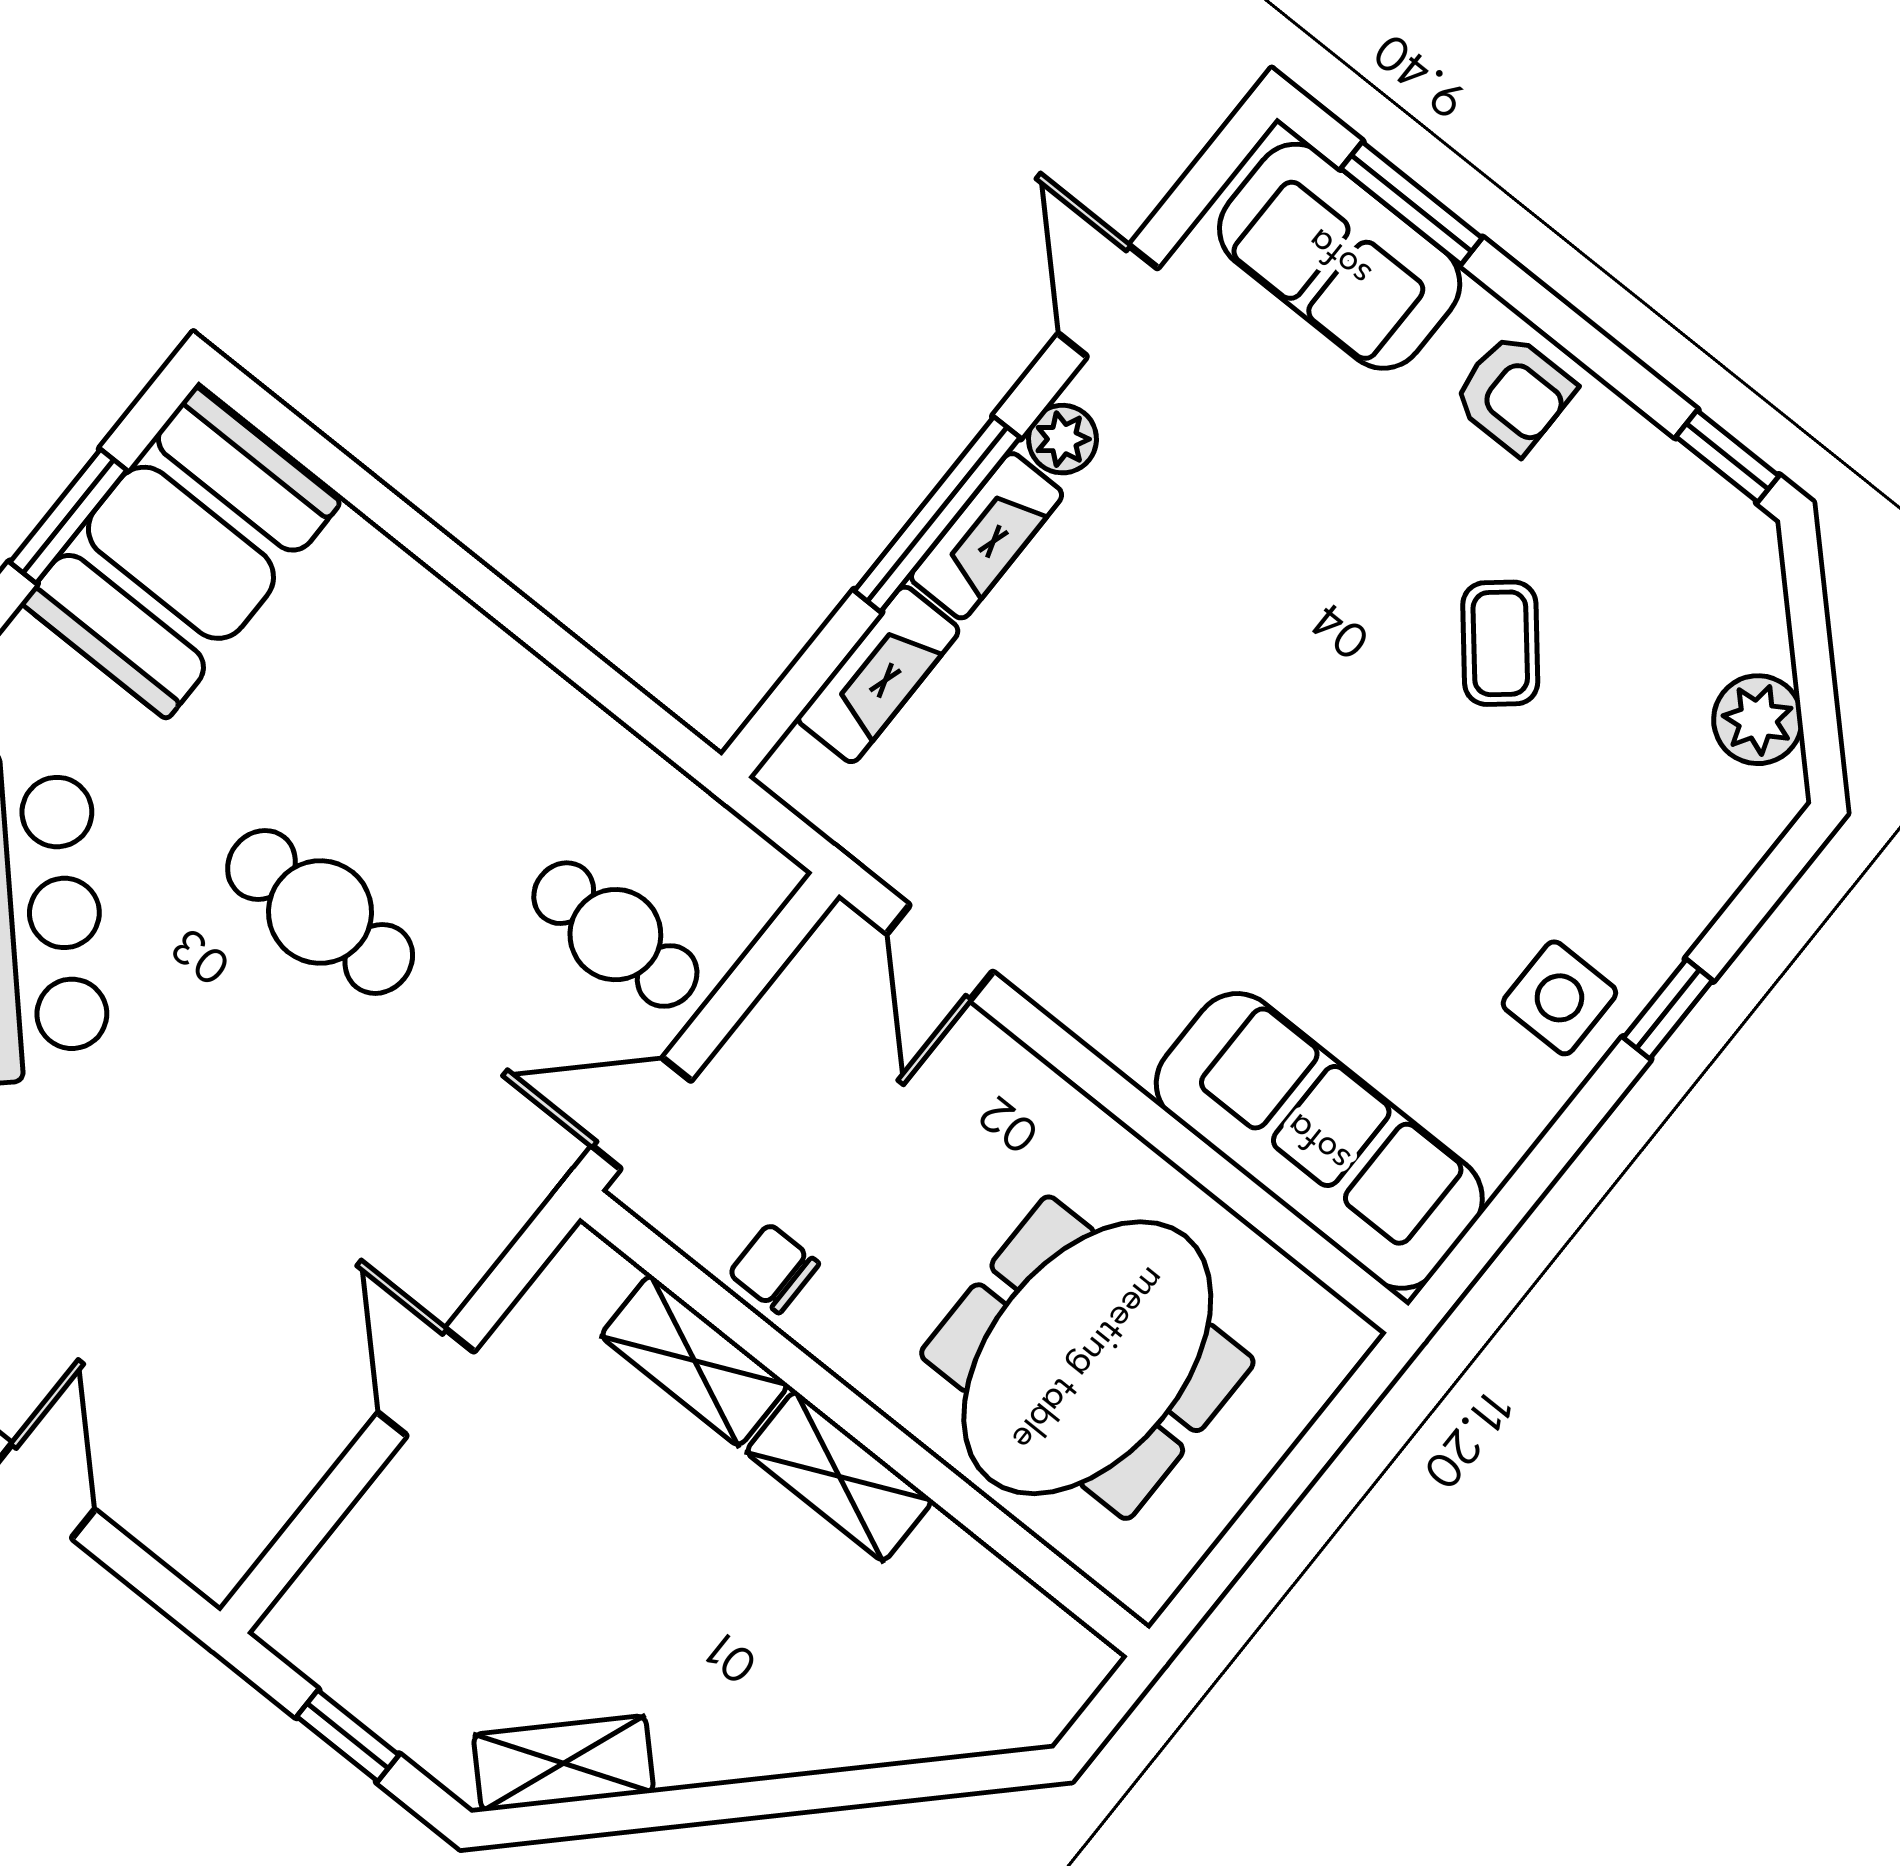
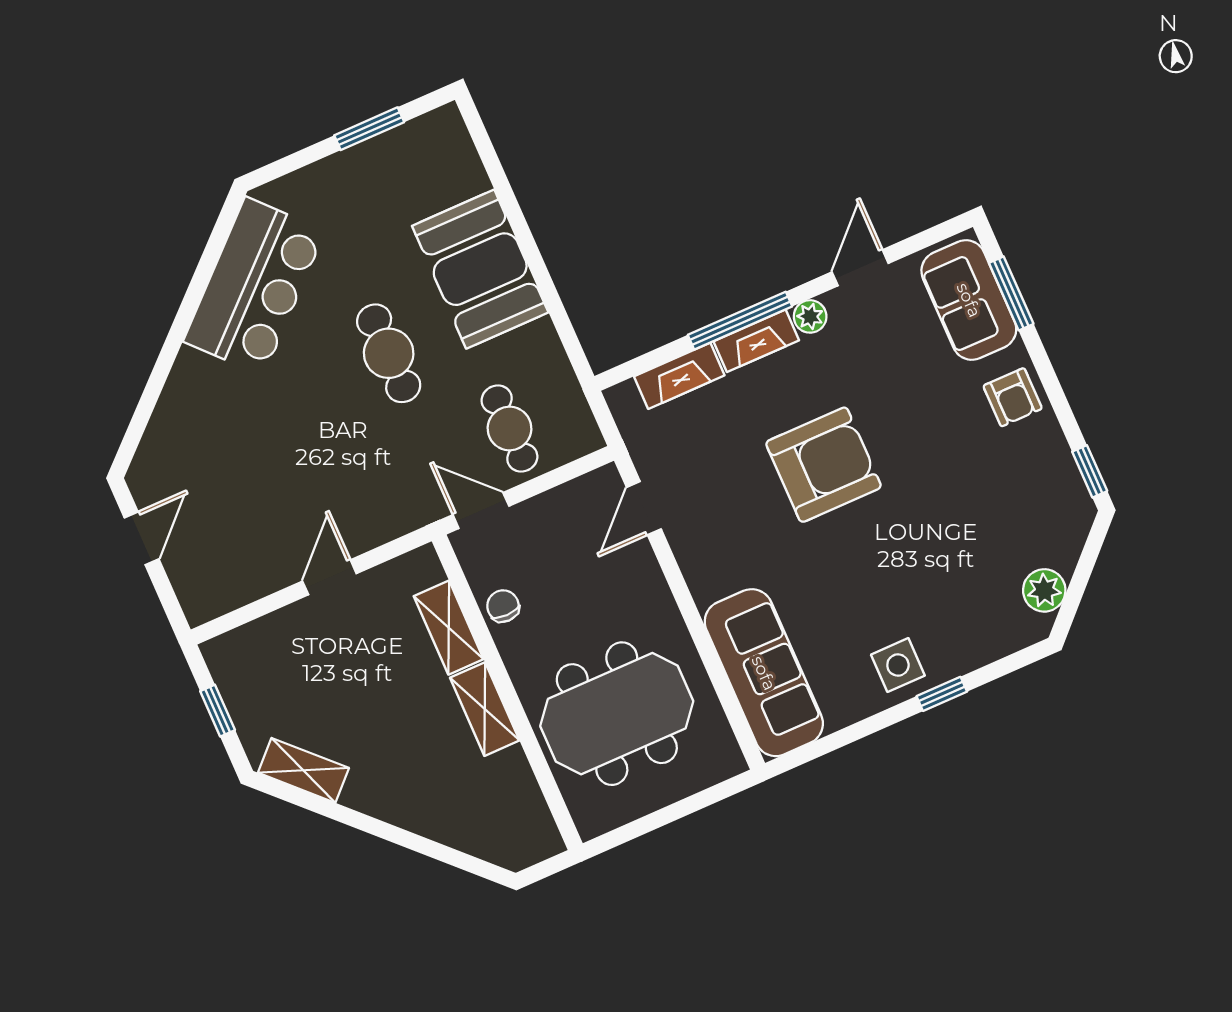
booth: (181, 553) -> (480, 269), moved, turned 90
coffee table: (1500, 643) -> (951, 501), removed
armchair: (1230, 700) -> (824, 465), added

